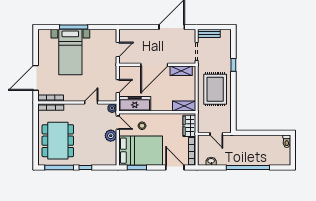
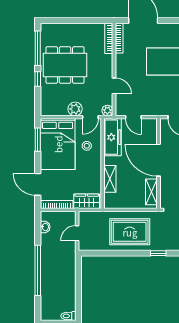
shelving: (184, 106) -> (110, 179), moved
dining table: (58, 141) -> (65, 65), moved
door: (175, 167) -> (38, 184), swing flipped

